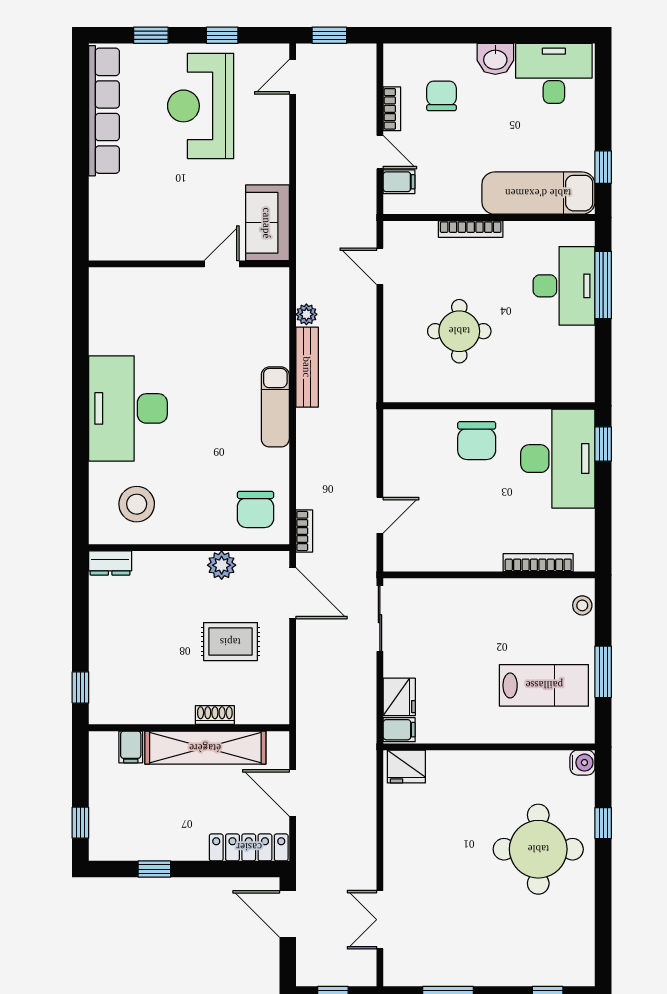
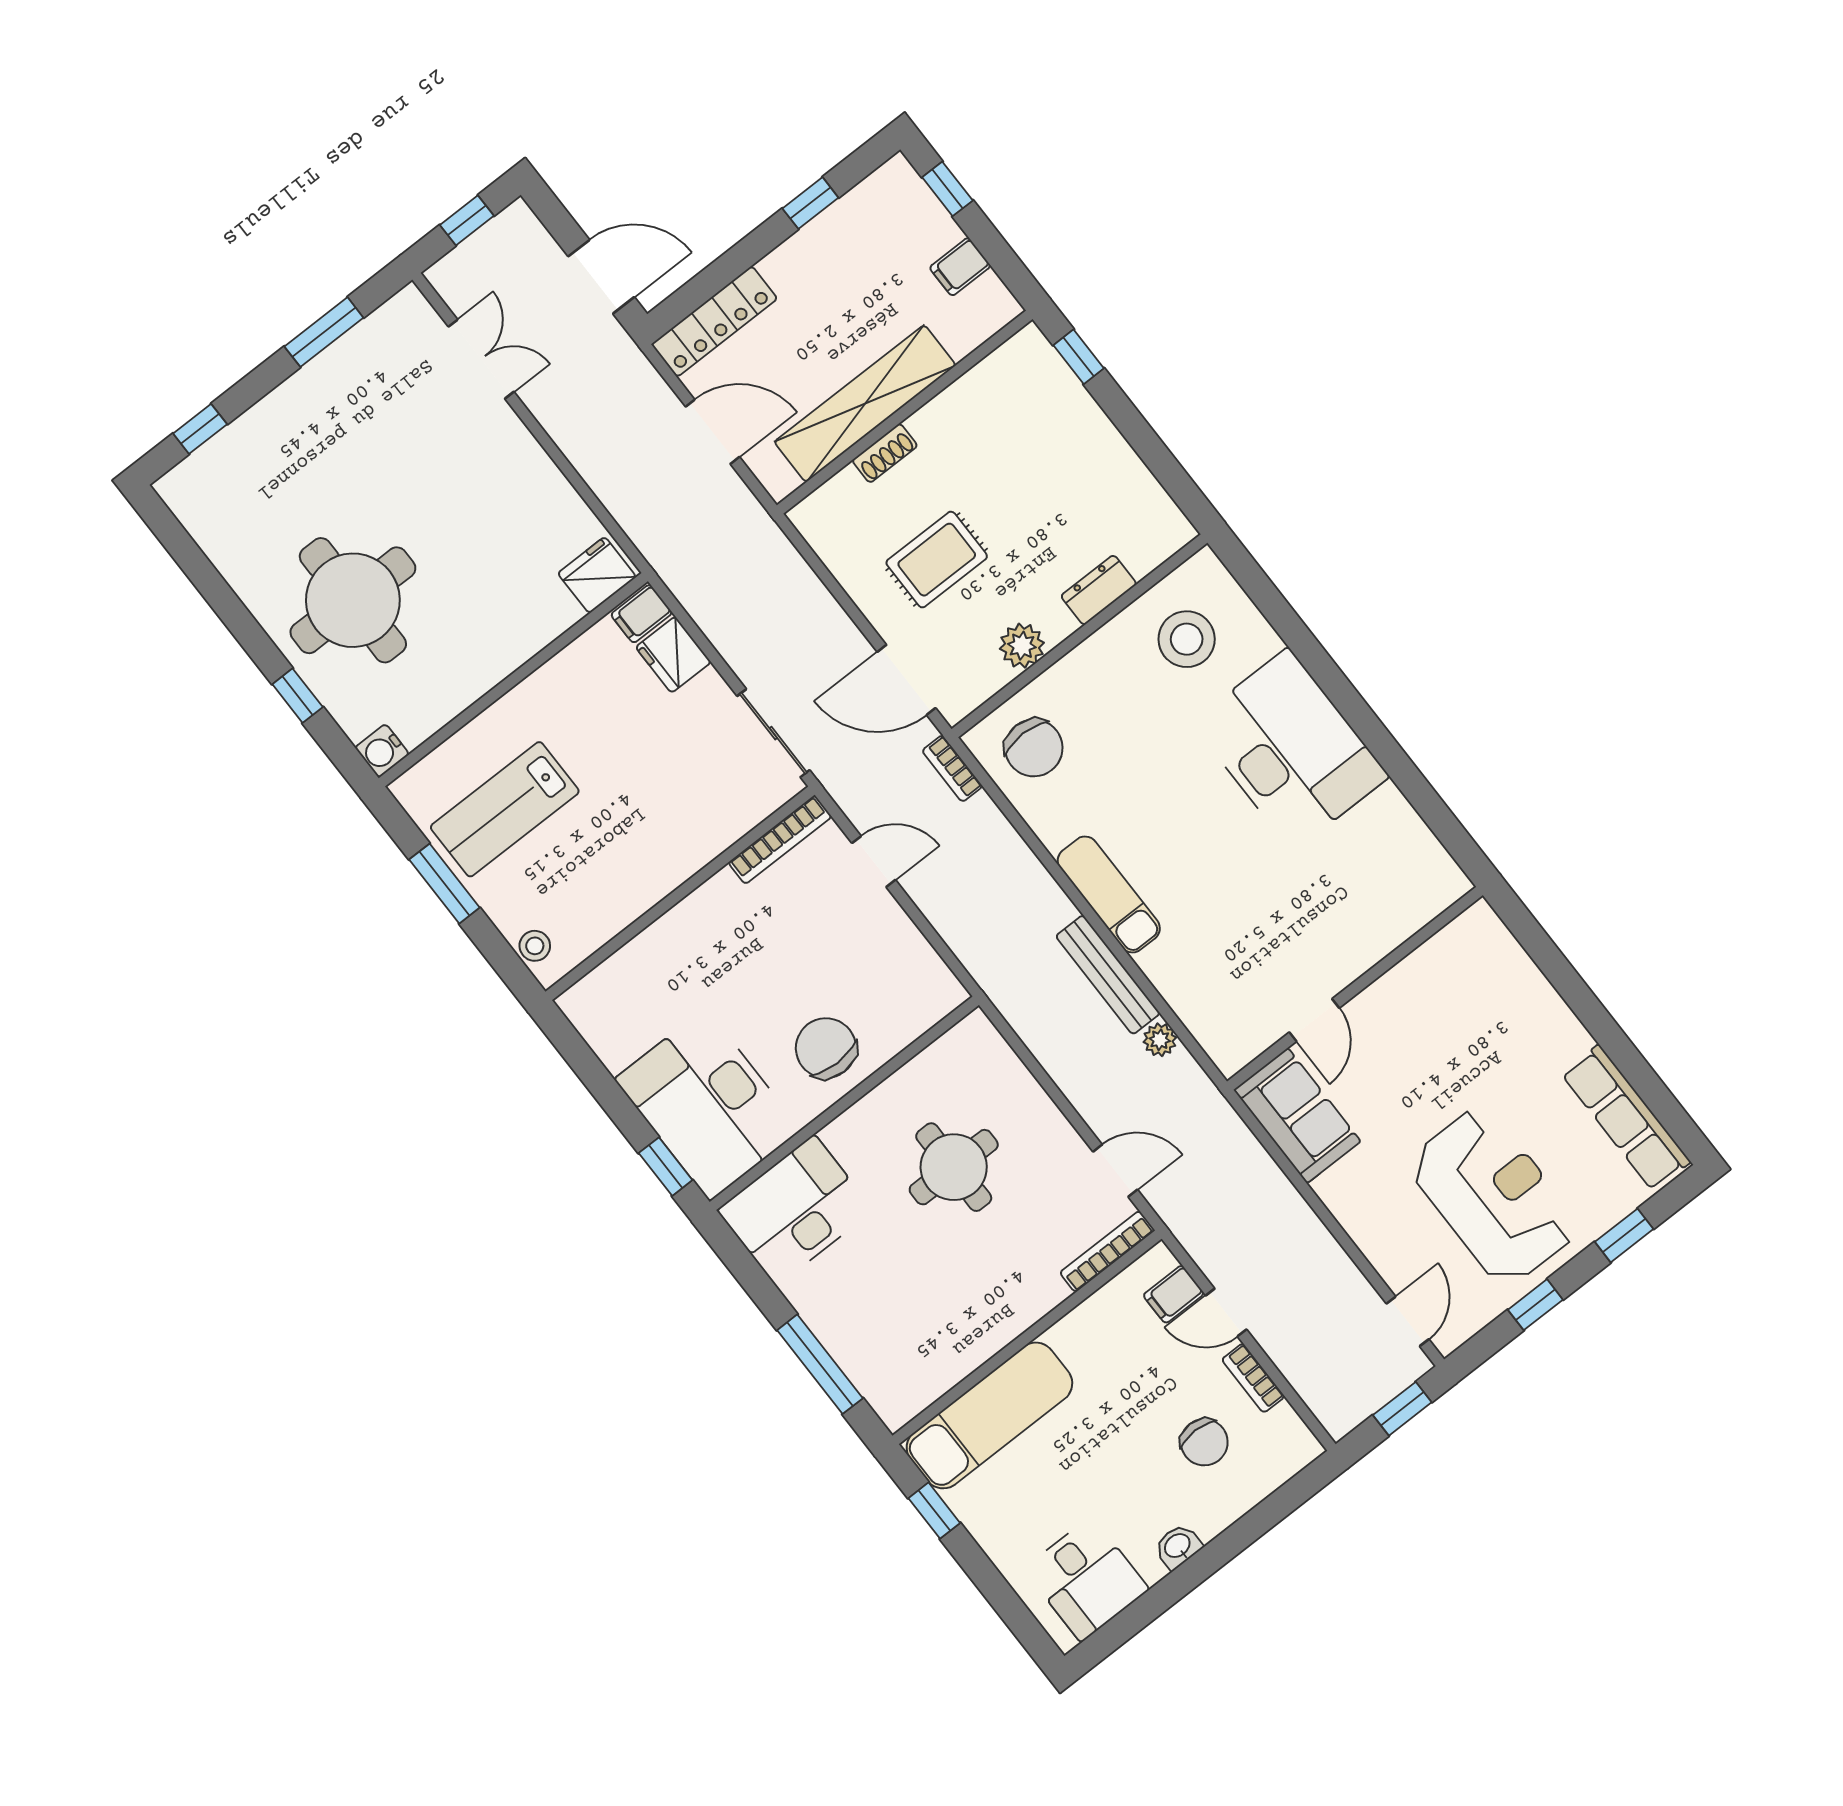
washbasin: (495, 59) -> (1178, 1546), width x0.72, depth x0.69
desk: (554, 73) -> (1086, 1579), width x0.73
row of seats: (104, 111) -> (1626, 1118), width x0.73
bookcase: (471, 229) -> (1107, 1251), moved
desk: (564, 286) -> (795, 1210), moved, turned 90
chair: (256, 509) -> (1034, 748), turned 180
door: (380, 515) -> (874, 861), swing flipped
dresser: (110, 563) -> (1099, 590), moved
bookcase: (538, 563) -> (780, 840), moved
filing cabinet: (131, 747) -> (960, 267), moved, turned -90

